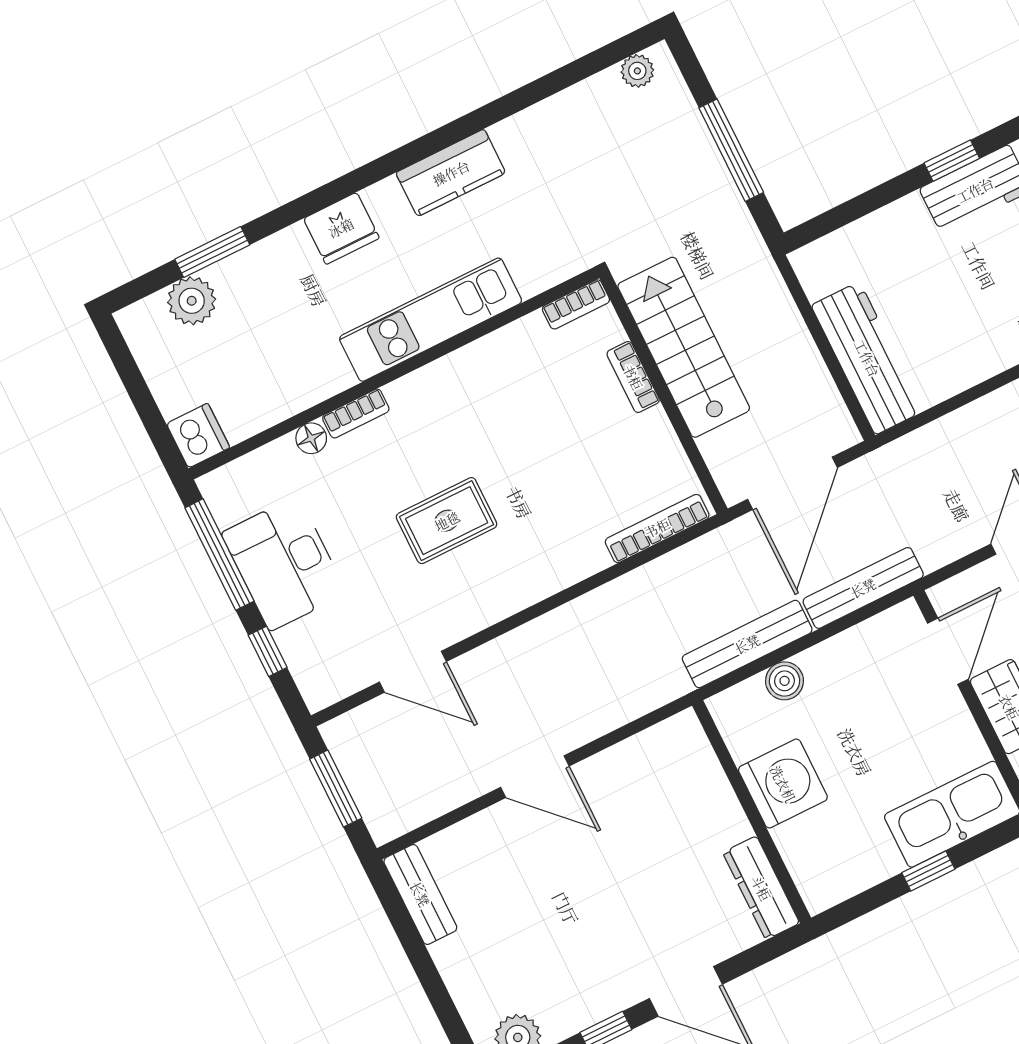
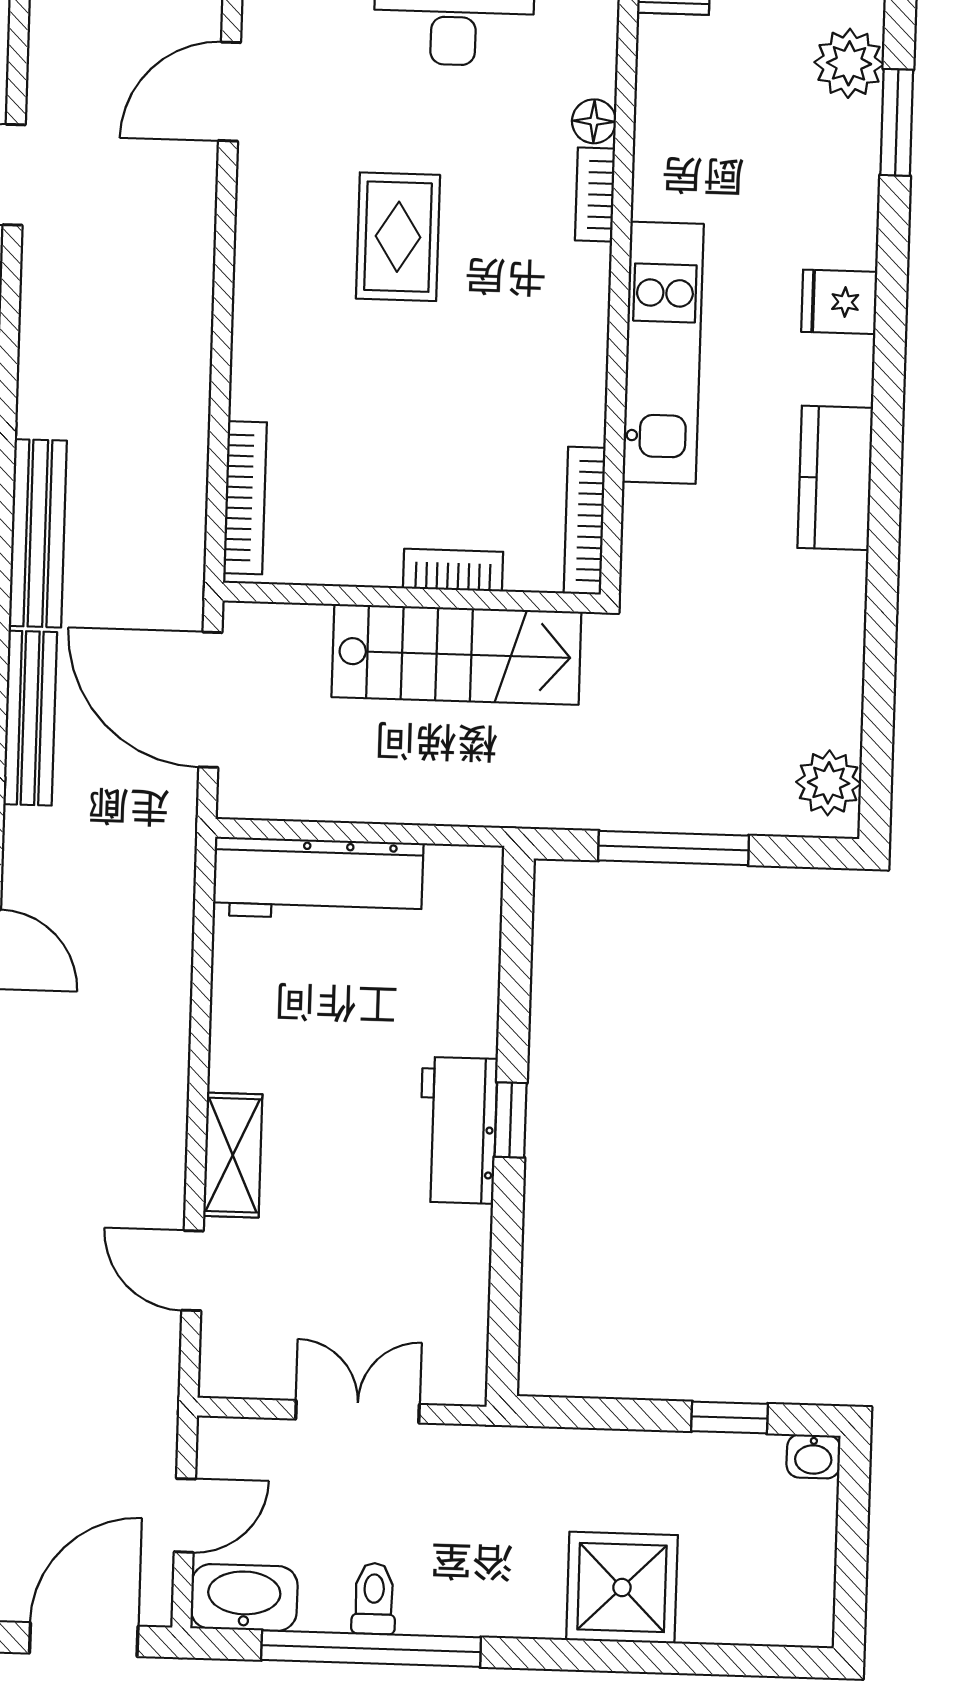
plant: (637, 71) -> (829, 783), width x1.38, depth x1.38
fridge: (341, 228) -> (839, 302), width x0.72
bookcase: (576, 304) -> (585, 521), width x1.56

